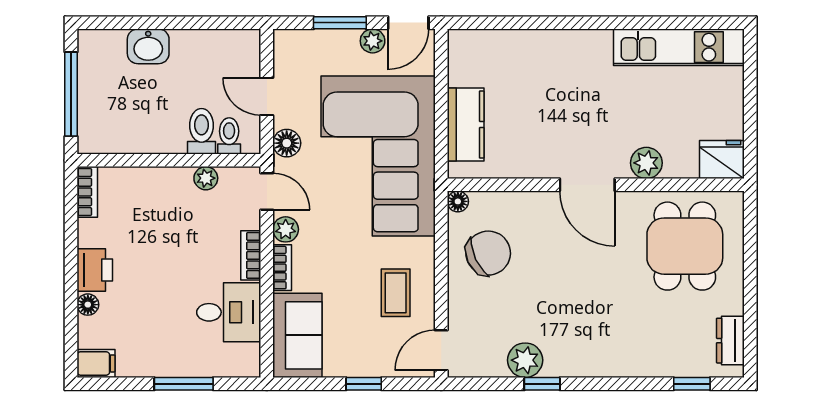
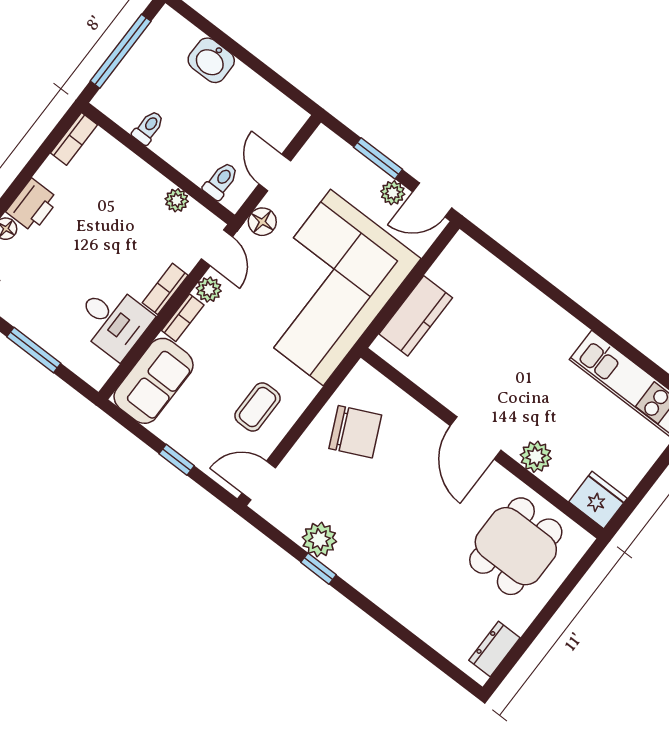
toilet: (201, 131) -> (148, 127), moved, width x0.73, depth x0.72
floor lamp: (458, 201) -> (363, 372), removed
window: (692, 384) -> (437, 660), removed

